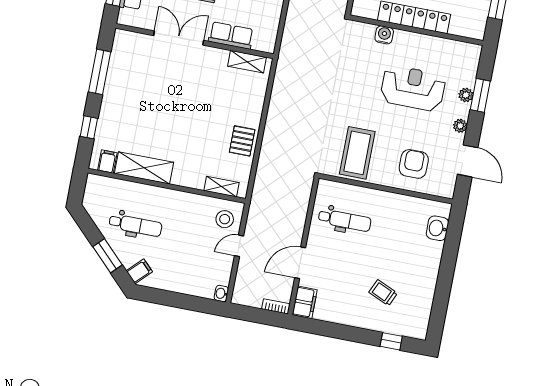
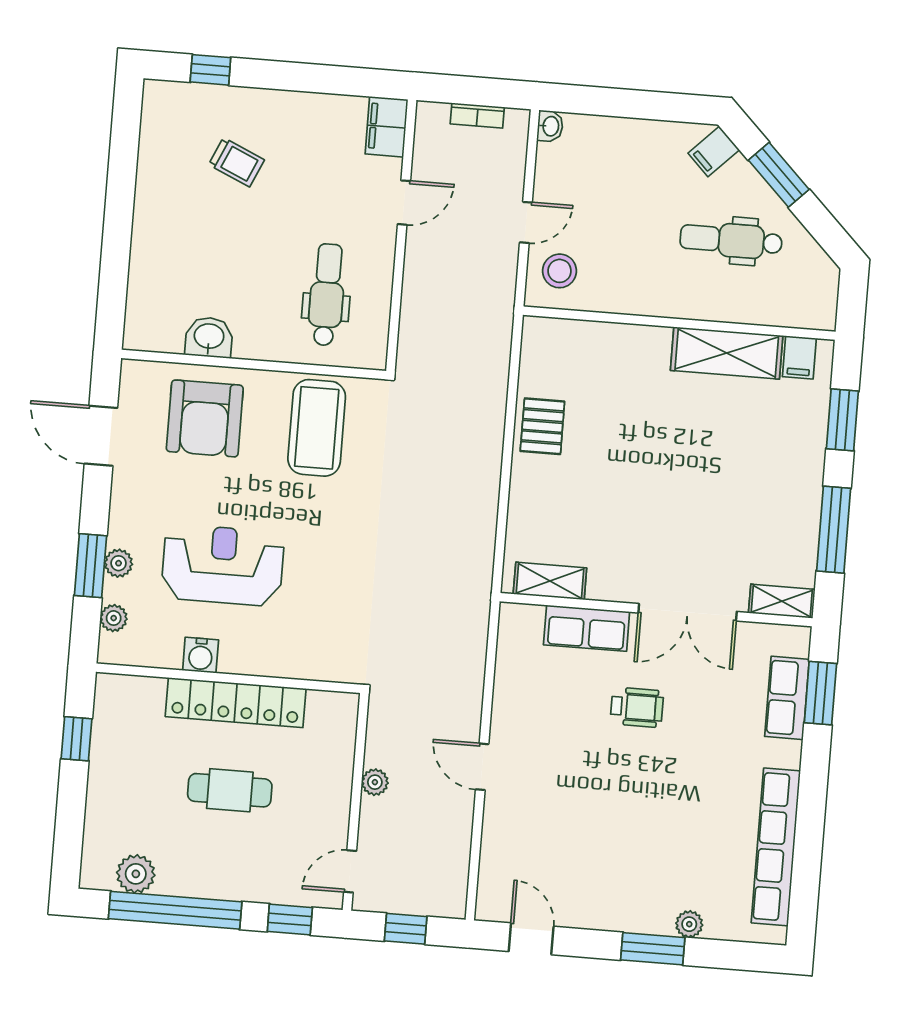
water cooler: (384, 35) -> (201, 655), moved
reception desk: (413, 88) -> (223, 565), turned 180
plant: (460, 126) -> (114, 618), moved
window: (89, 127) -> (842, 420), width x1.50
armchair: (414, 164) -> (205, 418), width x1.36, depth x1.36
shelving: (222, 187) -> (782, 601), moved
dental chair: (345, 220) -> (327, 295), turned 90
washbasin: (437, 228) -> (209, 337), moved, turned -90
door: (300, 263) -> (404, 203), width x0.73
bookcase: (276, 306) -> (477, 116), moved

